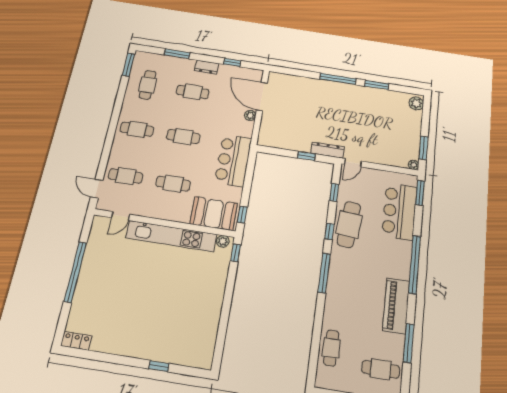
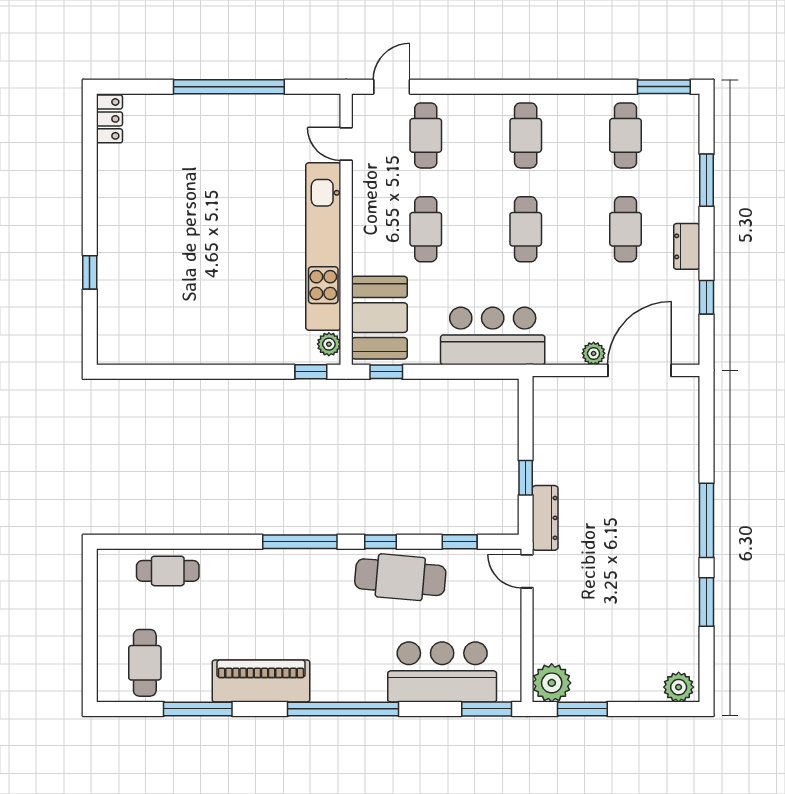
cafe table: (148, 85) -> (626, 135), turned 90
plant: (414, 165) -> (552, 683), width x1.88, depth x1.88

